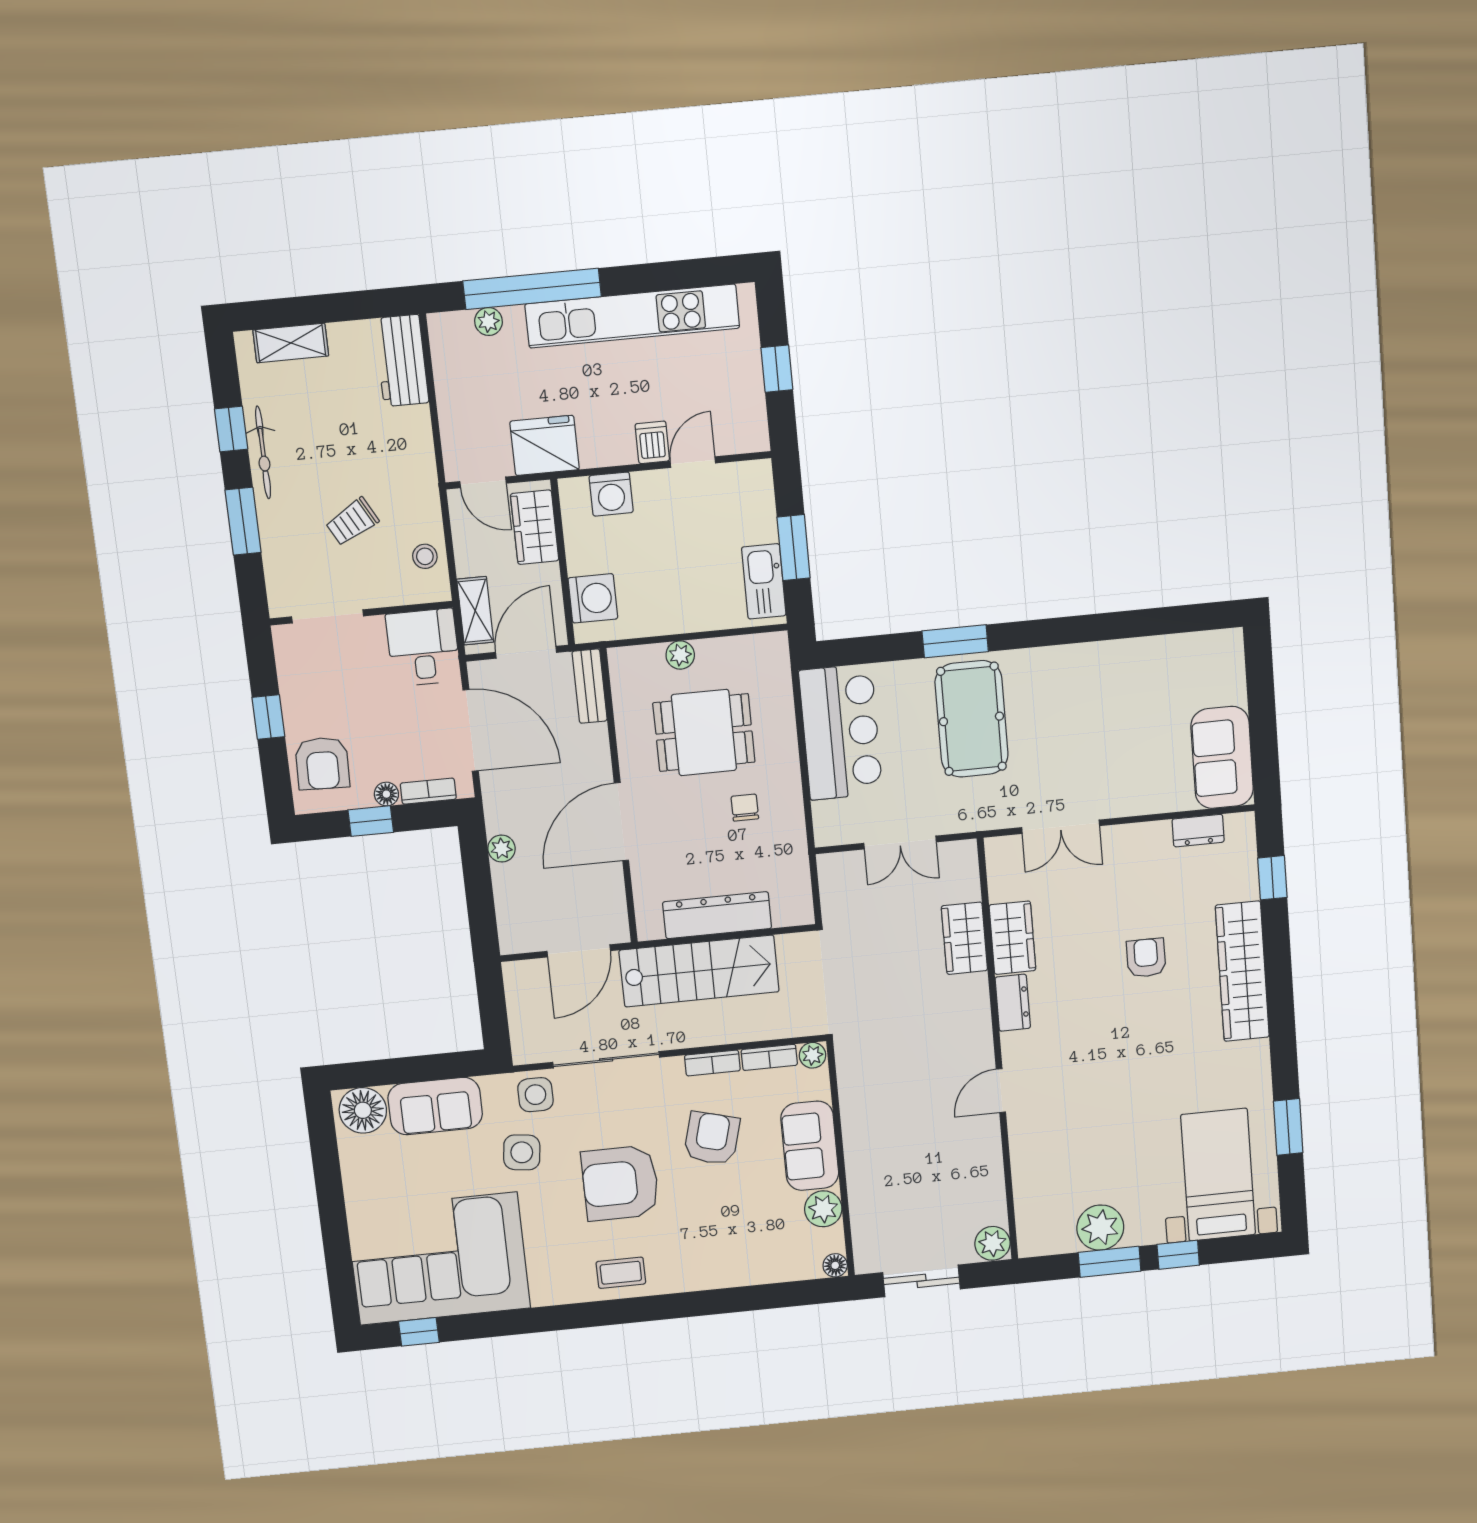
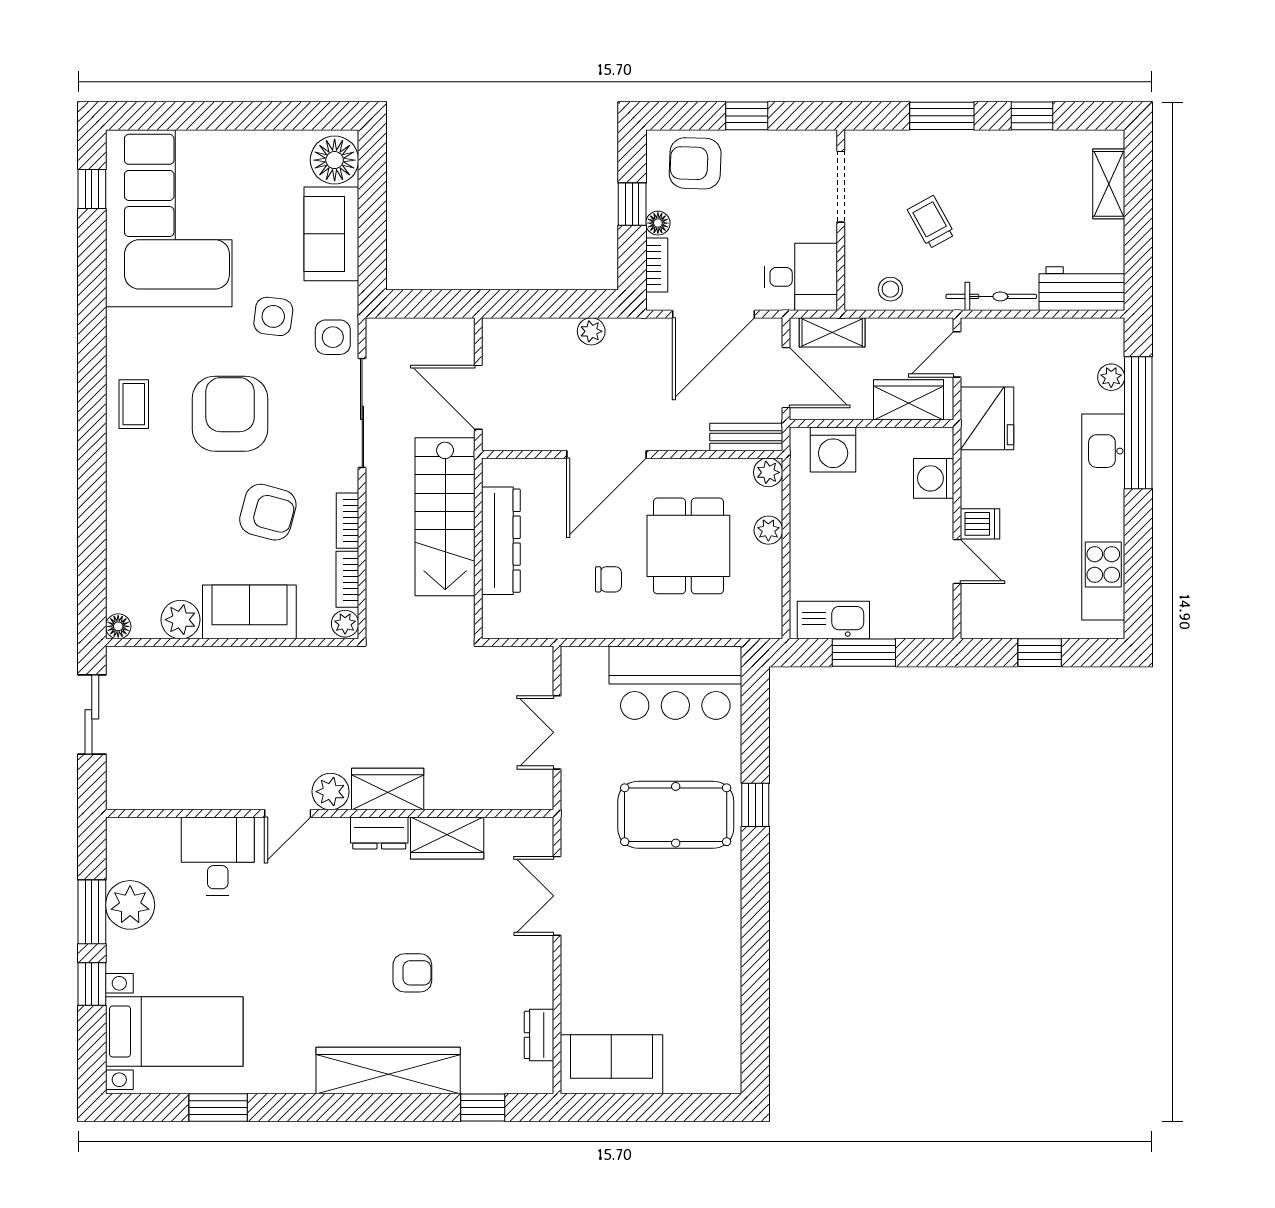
bicycle: (263, 452) -> (991, 296), moved, turned 180
window: (955, 641) -> (755, 805), width x0.67
plant: (622, 661) -> (768, 472), added
door: (621, 822) -> (606, 454), swing flipped
wardrobe: (964, 938) -> (388, 789), moved
door: (1001, 1091) -> (288, 813), swing flipped
desk: (1047, 1152) -> (218, 856), added
plant: (992, 1243) -> (331, 792), moved

